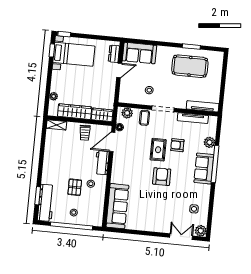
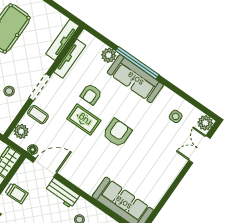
door: (112, 142) -> (45, 168), swing flipped
sofa: (204, 169) -> (135, 79), width x1.36
armchair: (162, 177) -> (117, 133), turned 90

